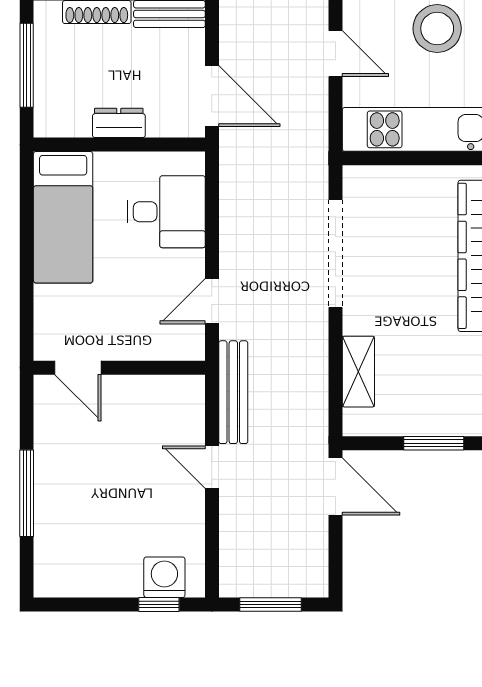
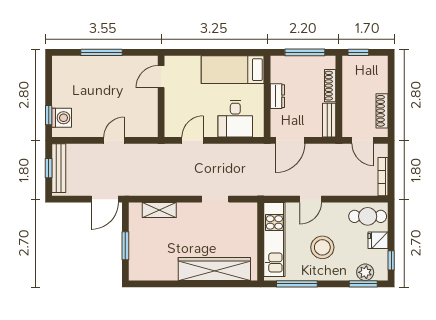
doorway: (336, 254) -> (215, 199), width x0.53
door: (212, 301) -> (193, 140), hinge flipped
bench: (233, 392) -> (59, 168), moved, turned 90
window: (270, 605) -> (49, 168), width x0.67

